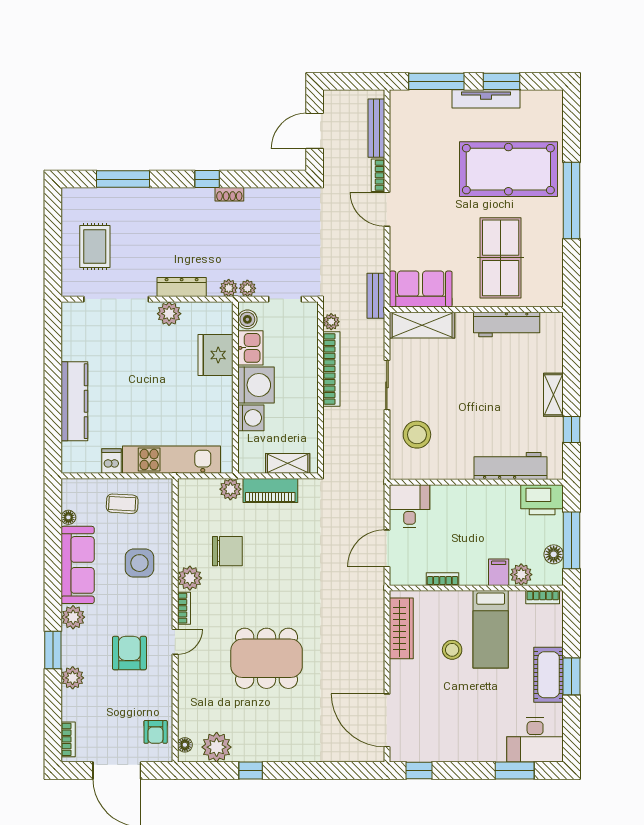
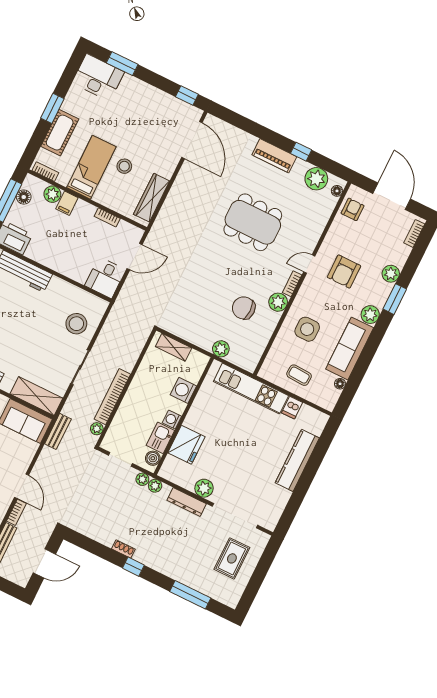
washing machine: (256, 385) -> (172, 420), width x0.53, depth x0.53
piano: (270, 490) -> (274, 156), moved, turned 180
cot: (549, 675) -> (60, 133), moved

